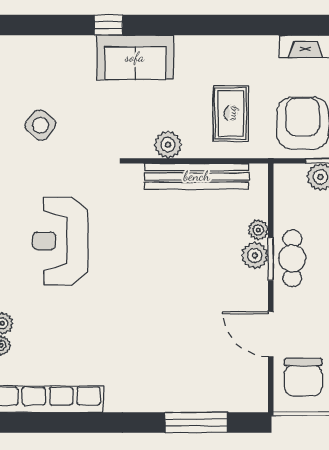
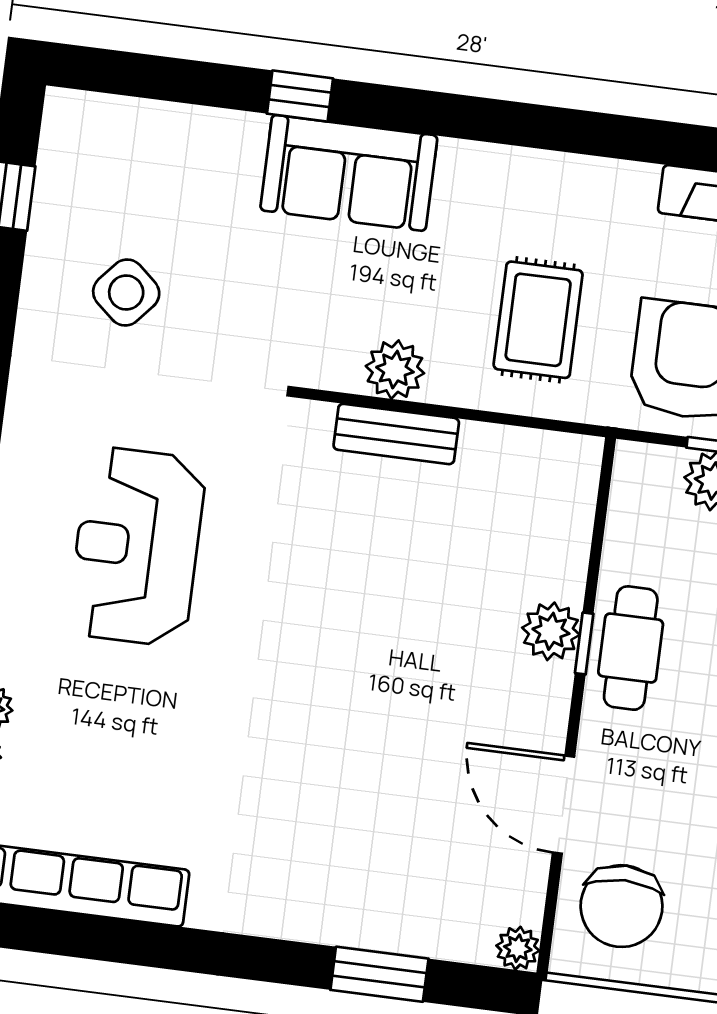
bench: (197, 176) -> (396, 434), width x0.54, depth x0.82
plant: (258, 230) -> (518, 948), moved
window: (271, 259) -> (584, 643), width x0.67
window: (196, 423) -> (379, 974), width x0.69

